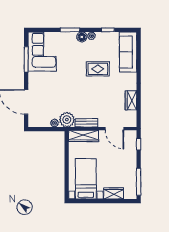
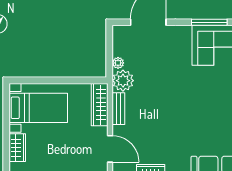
rug: (98, 69) -> (196, 125), removed
door: (114, 129) -> (110, 149), swing flipped

